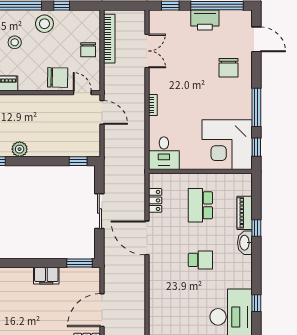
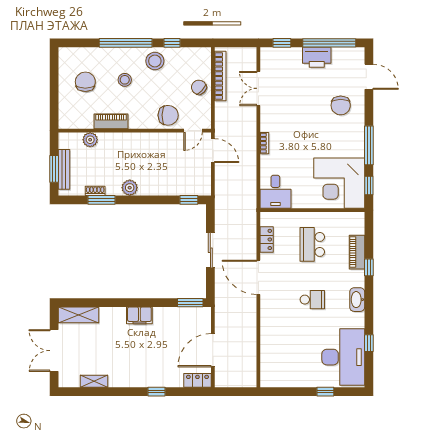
chair: (88, 50) -> (199, 87), turned 133
double door: (147, 51) -> (258, 88), swing flipped
door: (82, 93) -> (193, 131), swing flipped
washbasin: (245, 243) -> (357, 300), moved
filing cabinet: (46, 276) -> (139, 315), moved

